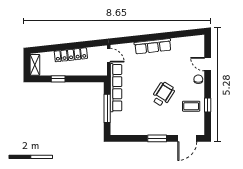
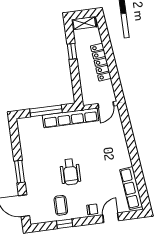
row of seats: (153, 46) -> (131, 188), moved
wheelchair: (163, 94) -> (70, 172), turned 58

